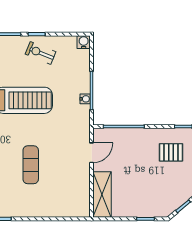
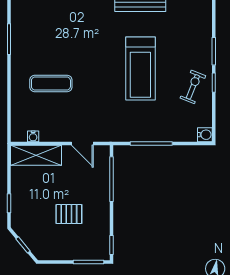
water cooler: (85, 99) -> (33, 136), moved
pallet: (171, 152) -> (69, 214), moved, turned 90
exercise mat: (31, 165) -> (51, 83), moved

